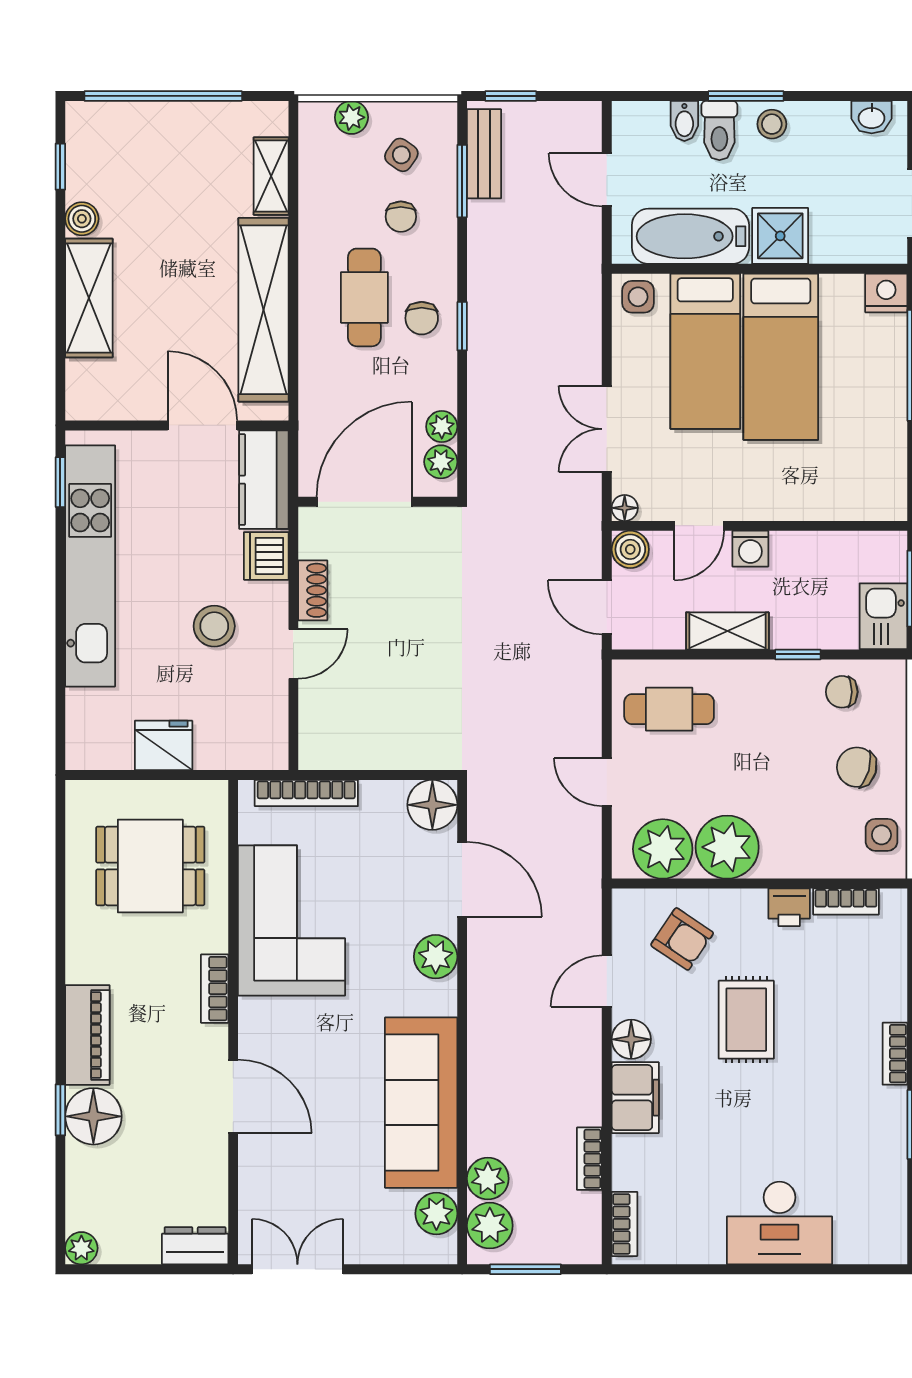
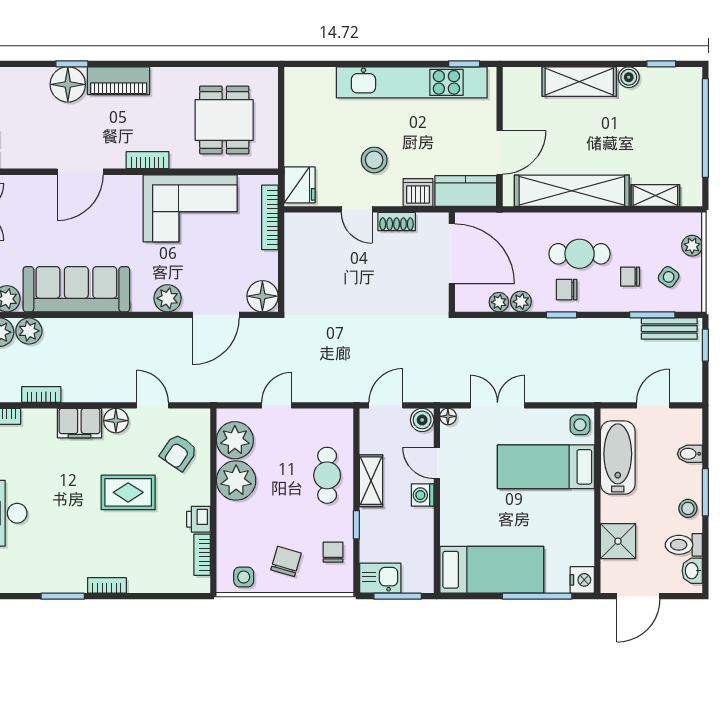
toilet: (719, 130) -> (684, 545), moved
shower: (780, 236) -> (618, 541), moved
bed: (781, 357) -> (492, 570), moved, turned 180
plant: (441, 462) -> (521, 302), moved
cafe table: (669, 709) -> (327, 475), moved
fridge: (164, 745) -> (300, 185), moved

